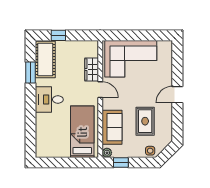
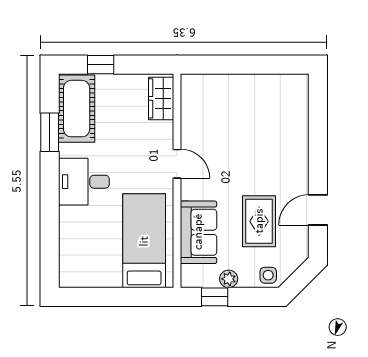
corner sofa: (131, 59) -> (233, 107), removed
wardrobe: (92, 70) -> (161, 98), moved
door: (177, 95) -> (318, 210), moved
plant: (107, 153) -> (229, 279), moved

